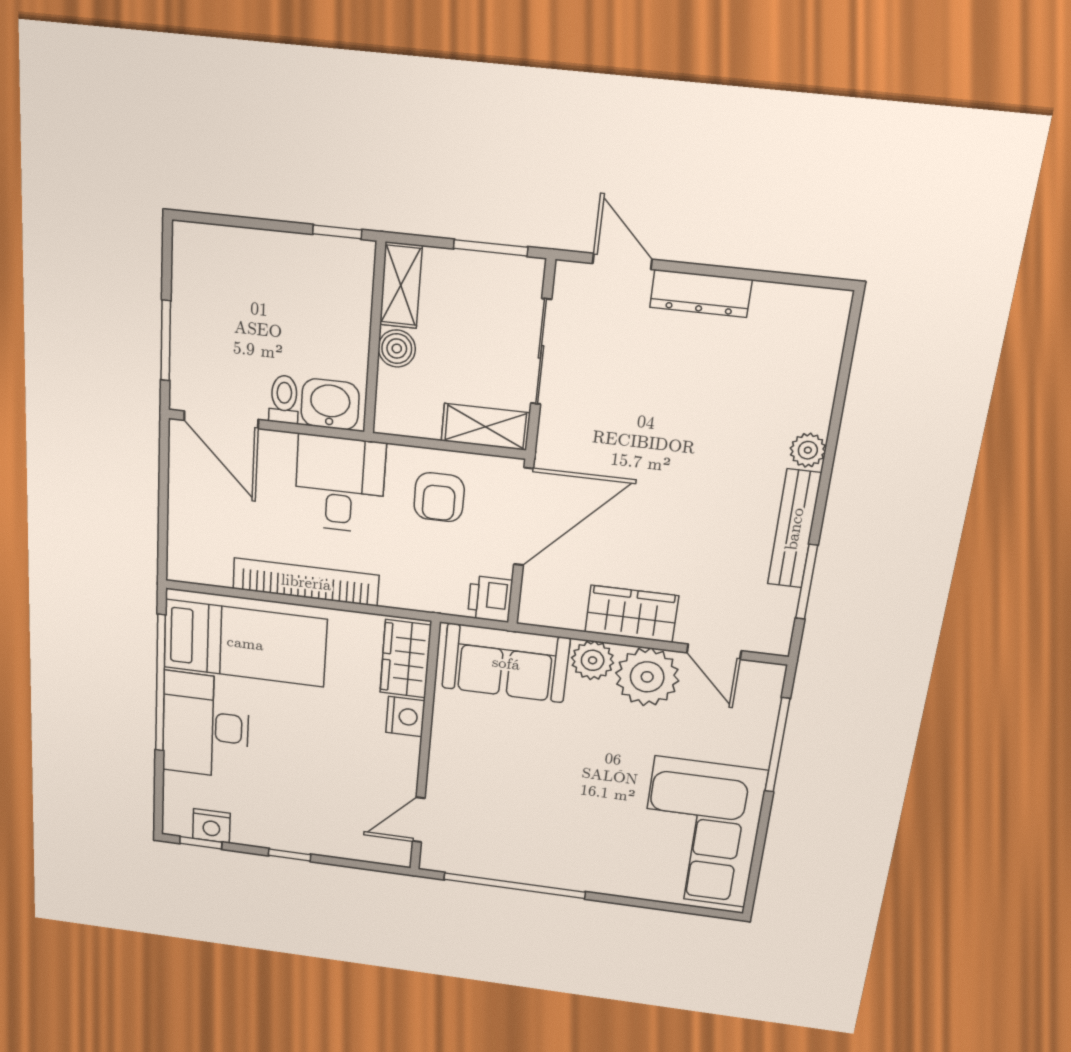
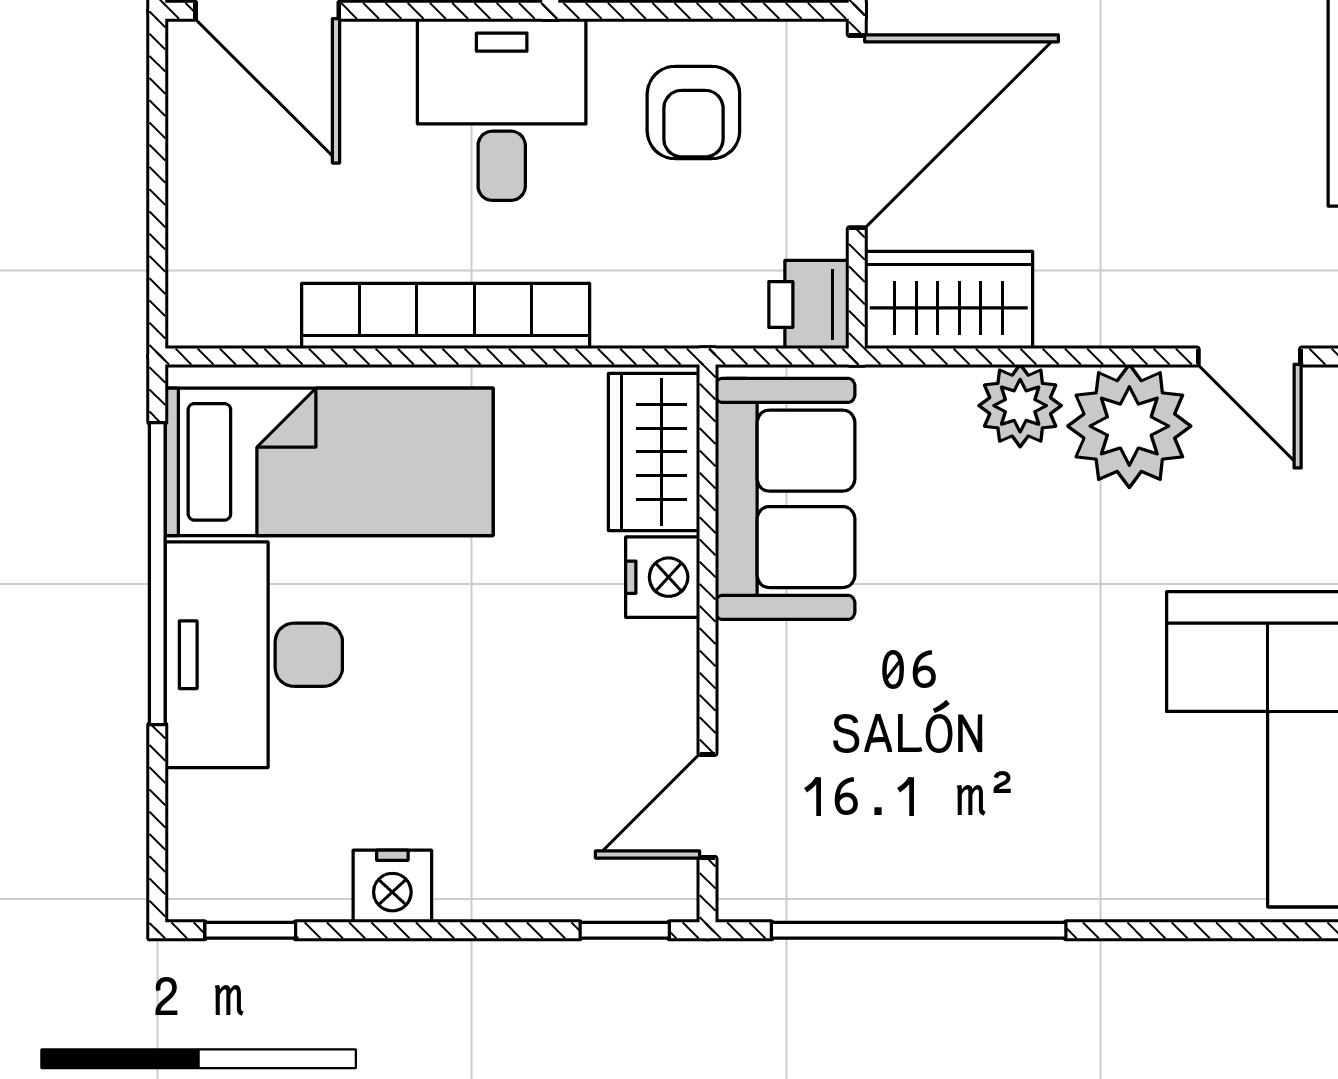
wardrobe: (632, 614) -> (949, 300), moved
sofa: (506, 663) -> (785, 499), moved, turned -90
nightstand: (211, 826) -> (392, 886), moved
window: (290, 855) -> (625, 930), moved

